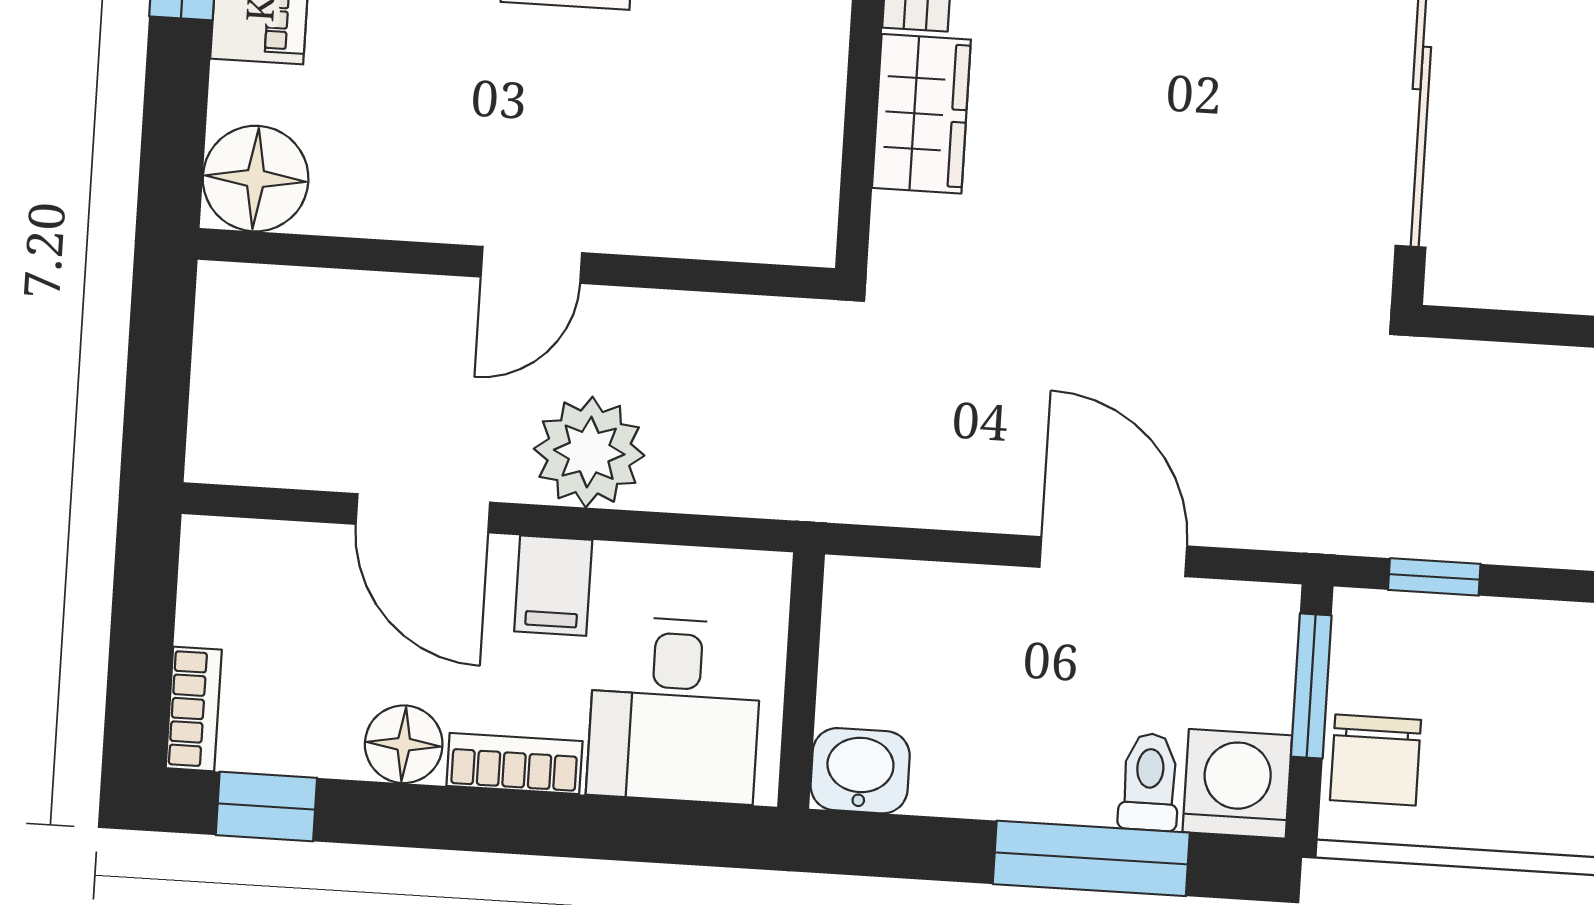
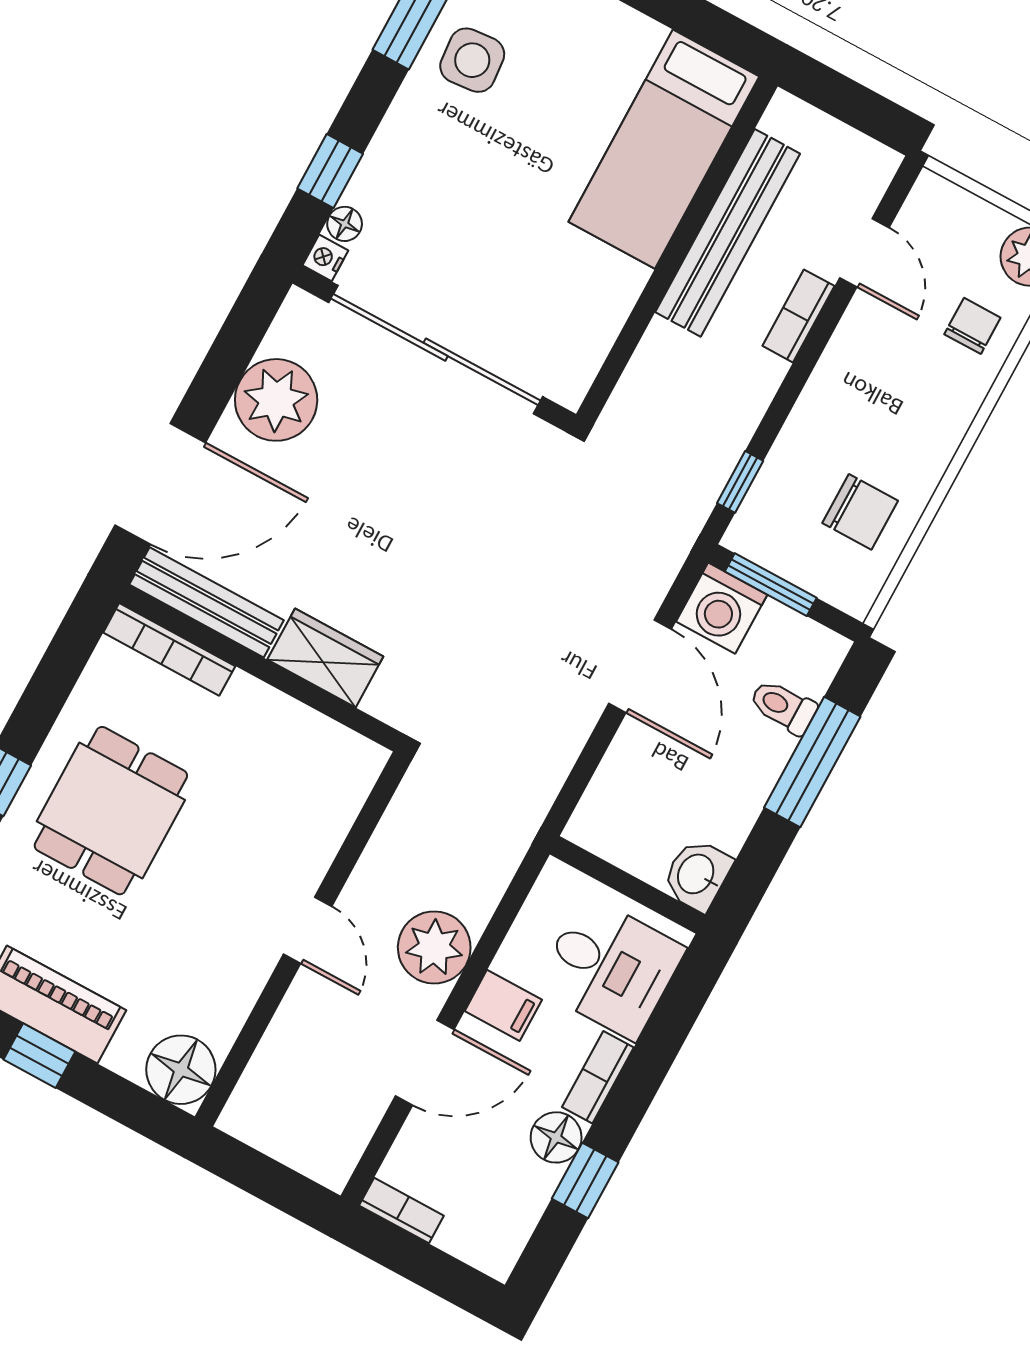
door: (1113, 557) -> (640, 666), swing flipped
bookcase: (194, 709) -> (401, 1211), moved
chair: (1375, 760) -> (860, 512), moved
washing machine: (1237, 784) -> (722, 608), moved, turned -90
window: (266, 806) -> (585, 1180), moved

